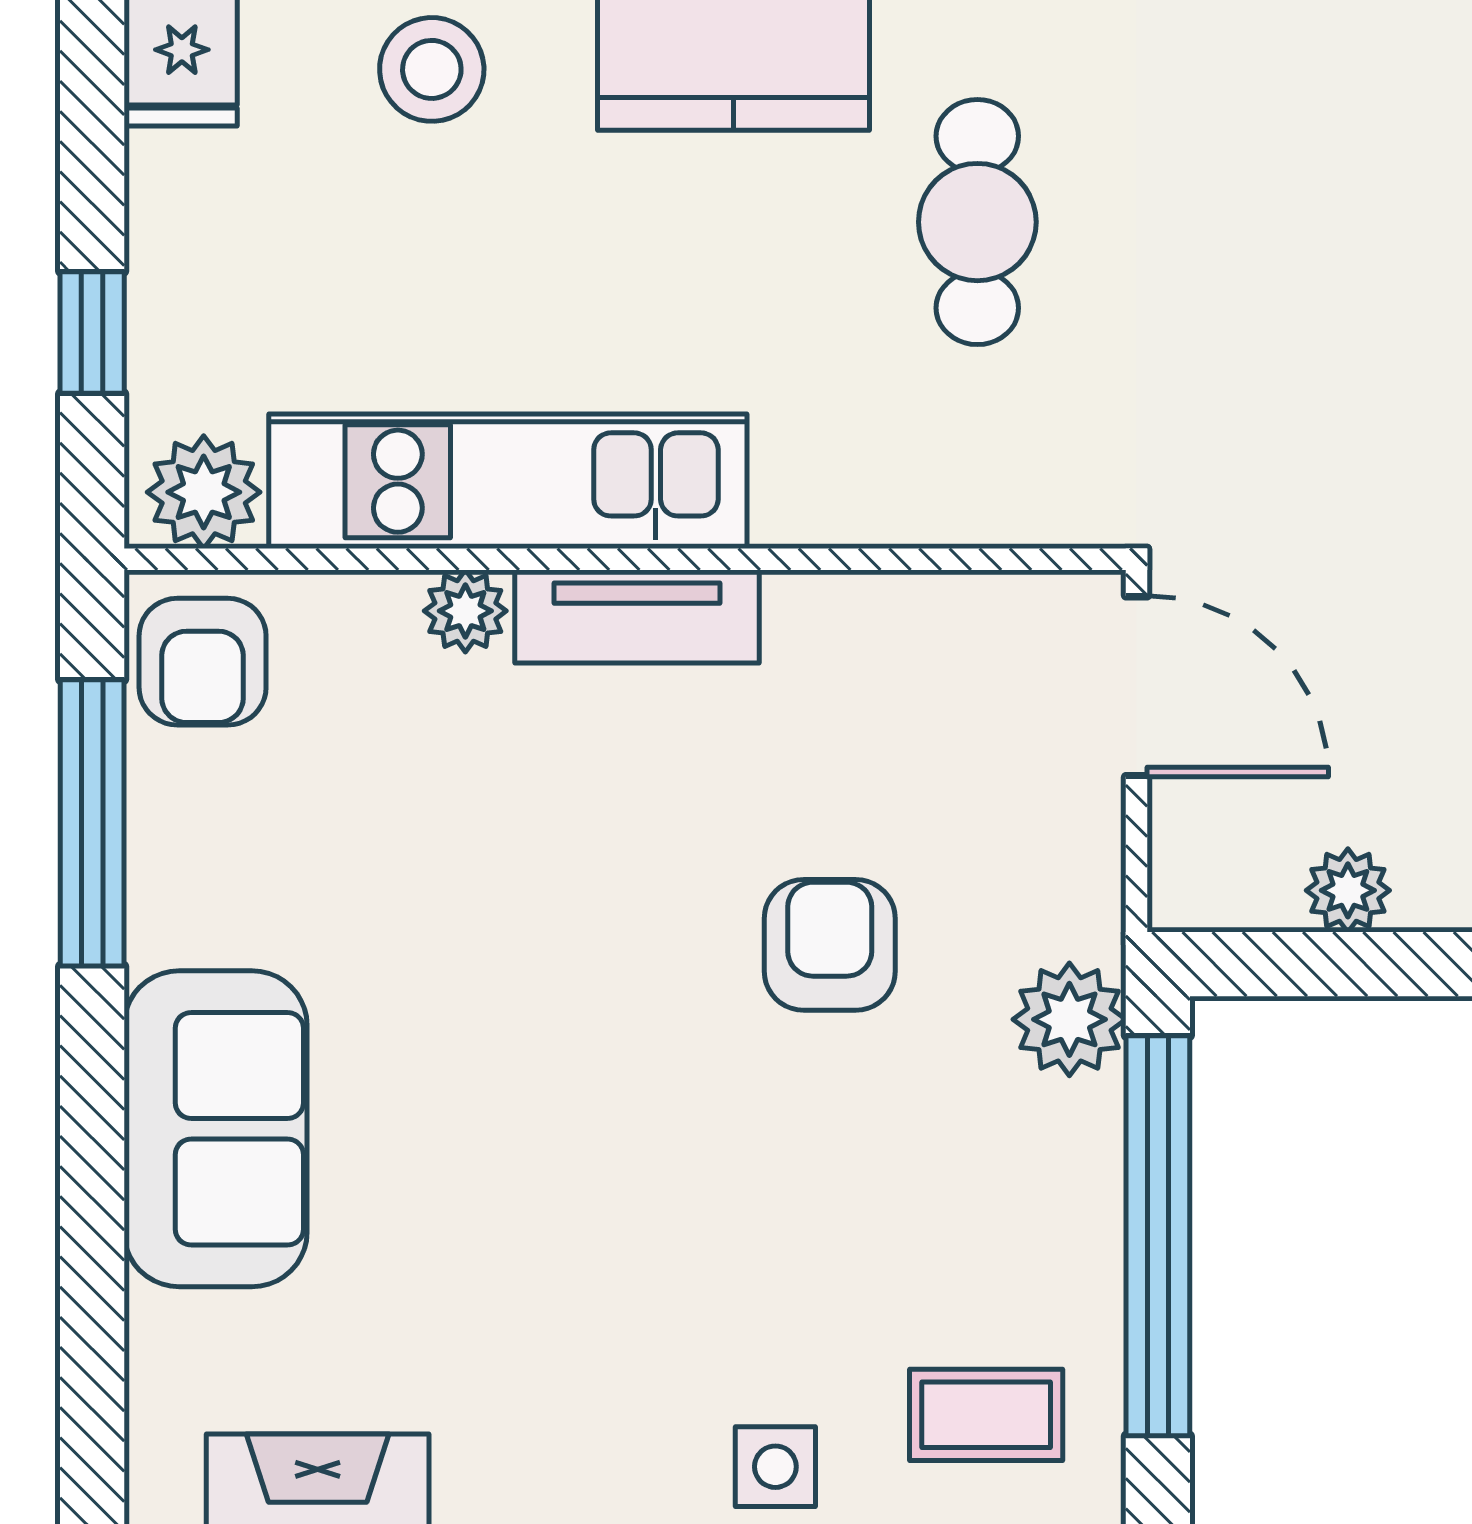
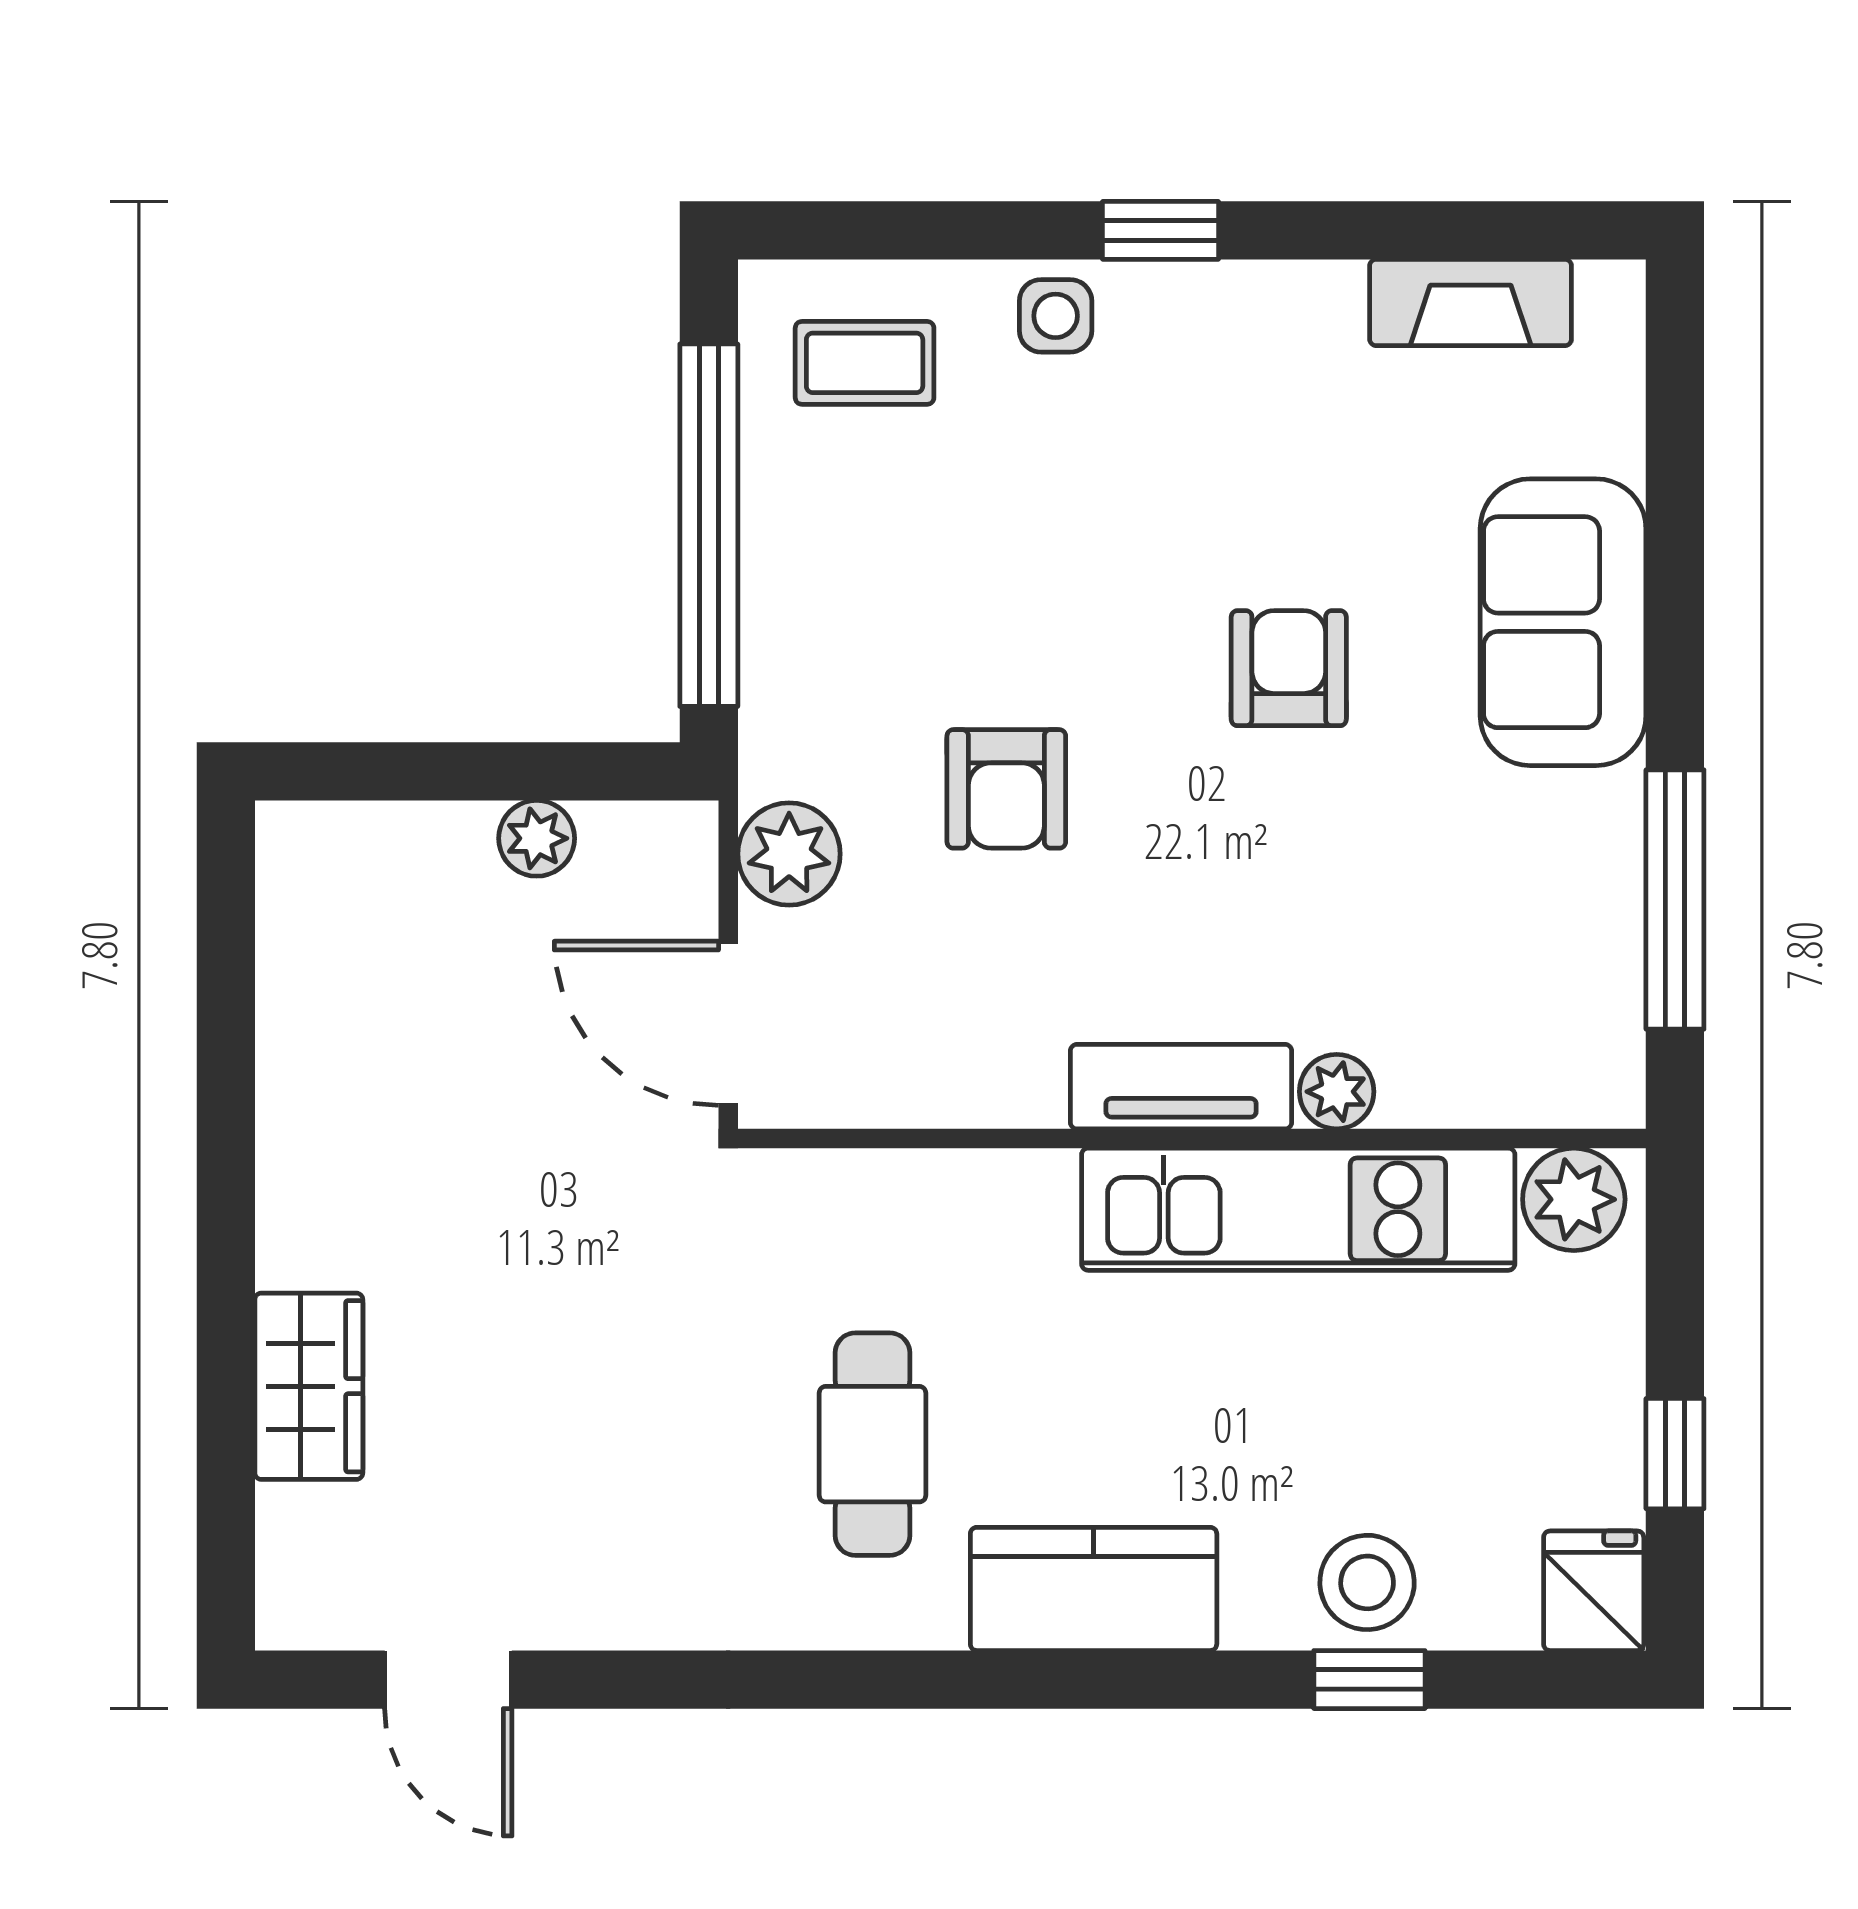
window: (92, 332) -> (1675, 1454), moved
armchair: (203, 662) -> (1289, 668), moved
plant: (1069, 1019) -> (789, 854), moved

